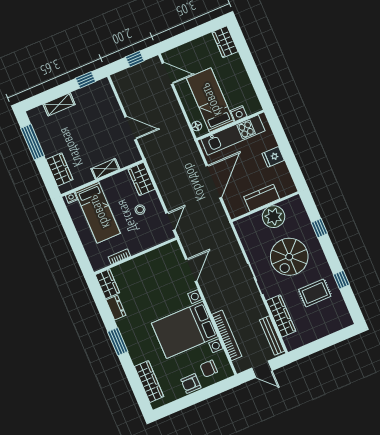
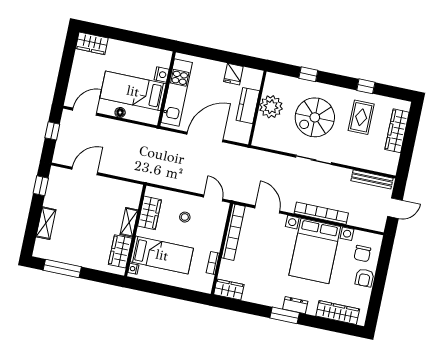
floor lamp: (197, 126) -> (120, 112), moved
door: (131, 128) -> (85, 171), moved
fridge: (273, 157) -> (233, 74), moved
wardrobe: (60, 170) -> (120, 251), moved, turned -90
wardrobe: (141, 179) -> (150, 213), moved, turned -90
door: (214, 182) -> (205, 137), hinge flipped
bookcase: (155, 256) -> (233, 232), added
spiral stairs: (289, 257) -> (315, 117), turned 90
dresser: (116, 308) -> (295, 305), moved
wardrobe: (281, 316) -> (397, 131), moved, turned -90
bookcase: (227, 335) -> (321, 213), moved

